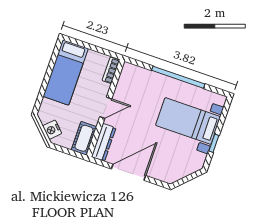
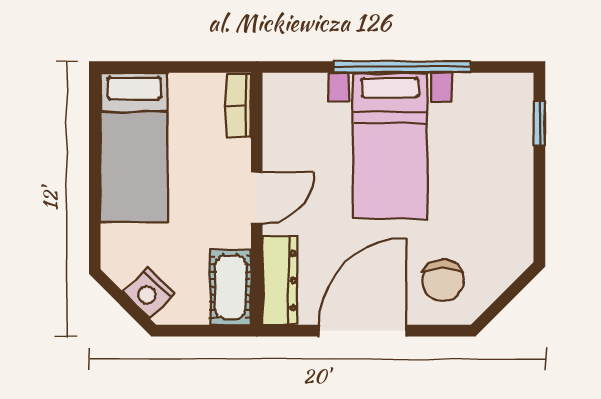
bed with nightstands: (188, 121) -> (390, 146), moved, turned -90
window: (214, 143) -> (539, 123), moved
chair: (166, 164) -> (443, 280), added

